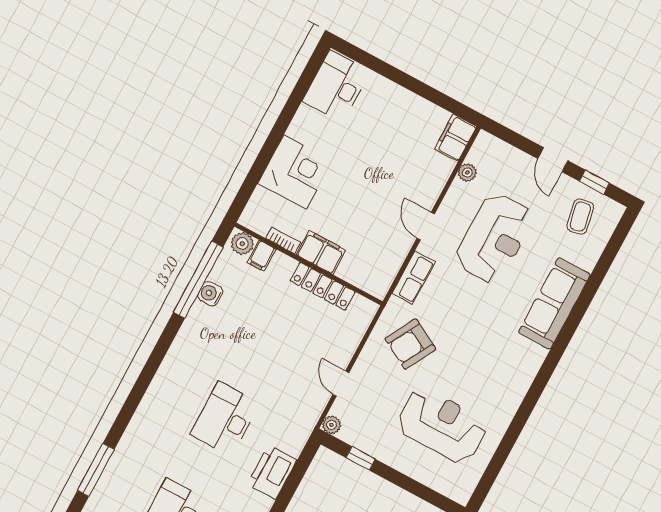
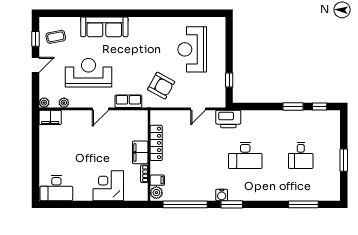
water cooler: (210, 294) -> (222, 195), moved
window: (158, 355) -> (232, 204), added
plant: (332, 425) -> (44, 103), moved
printer: (272, 472) -> (228, 119), moved

